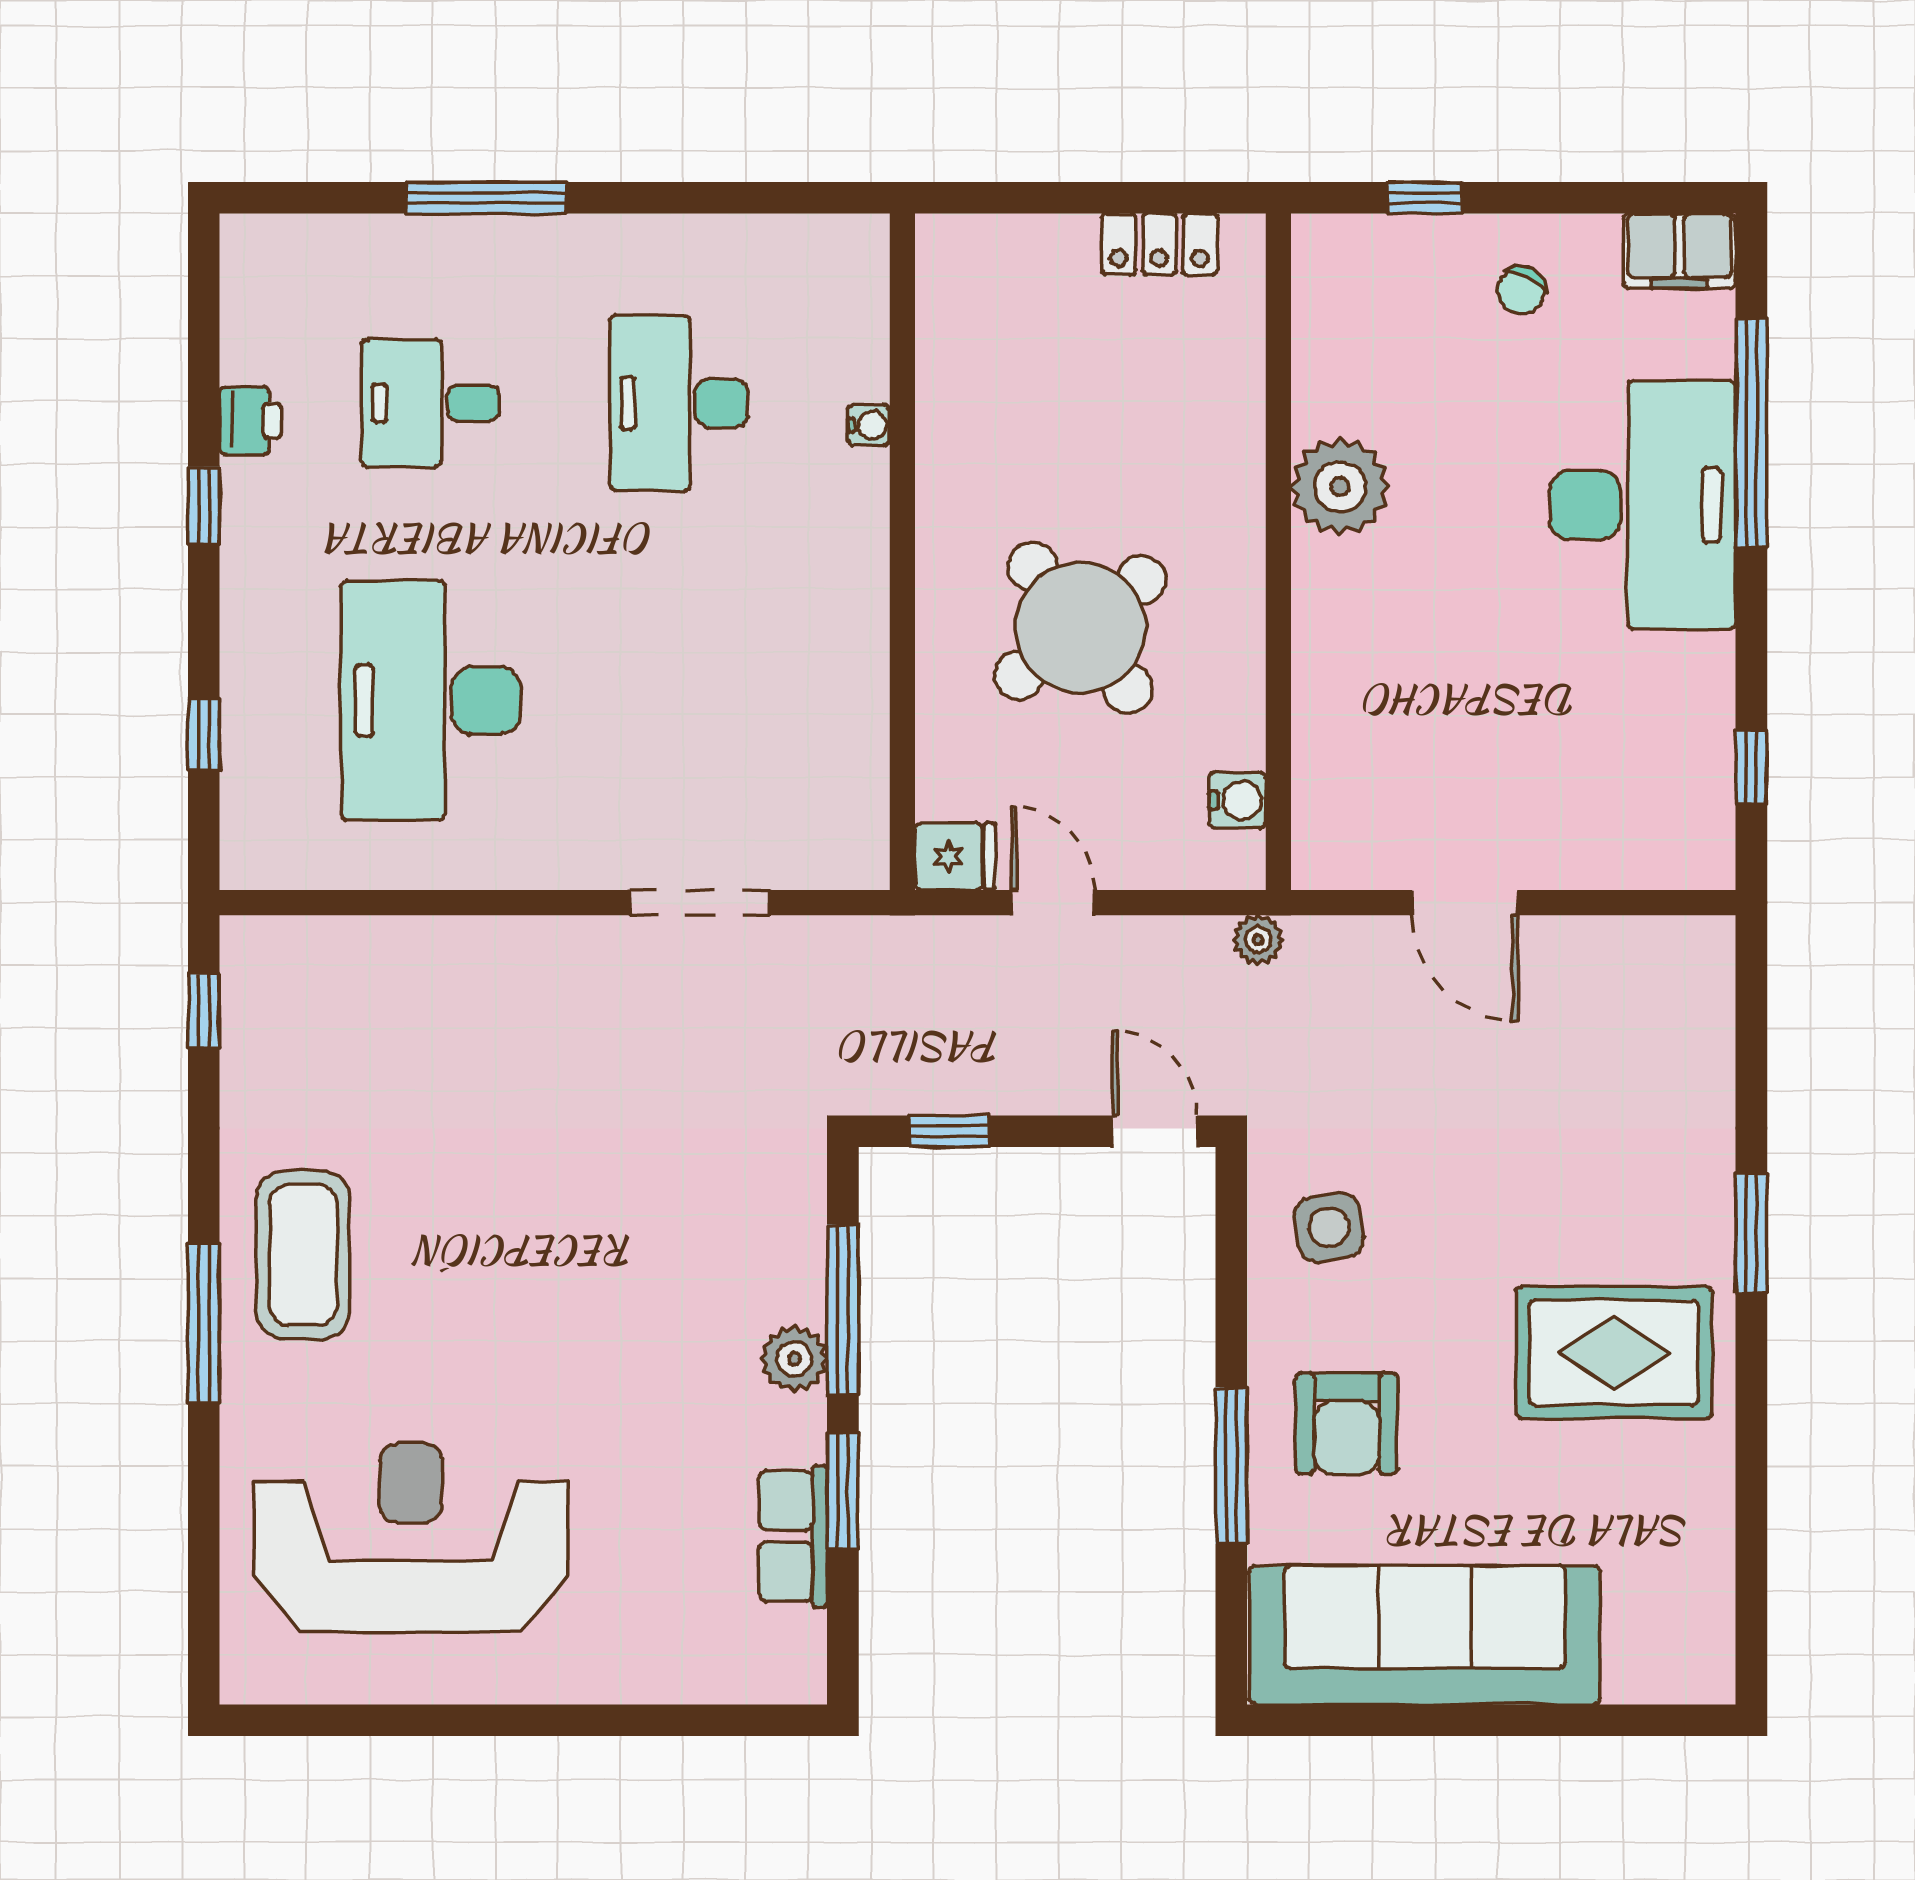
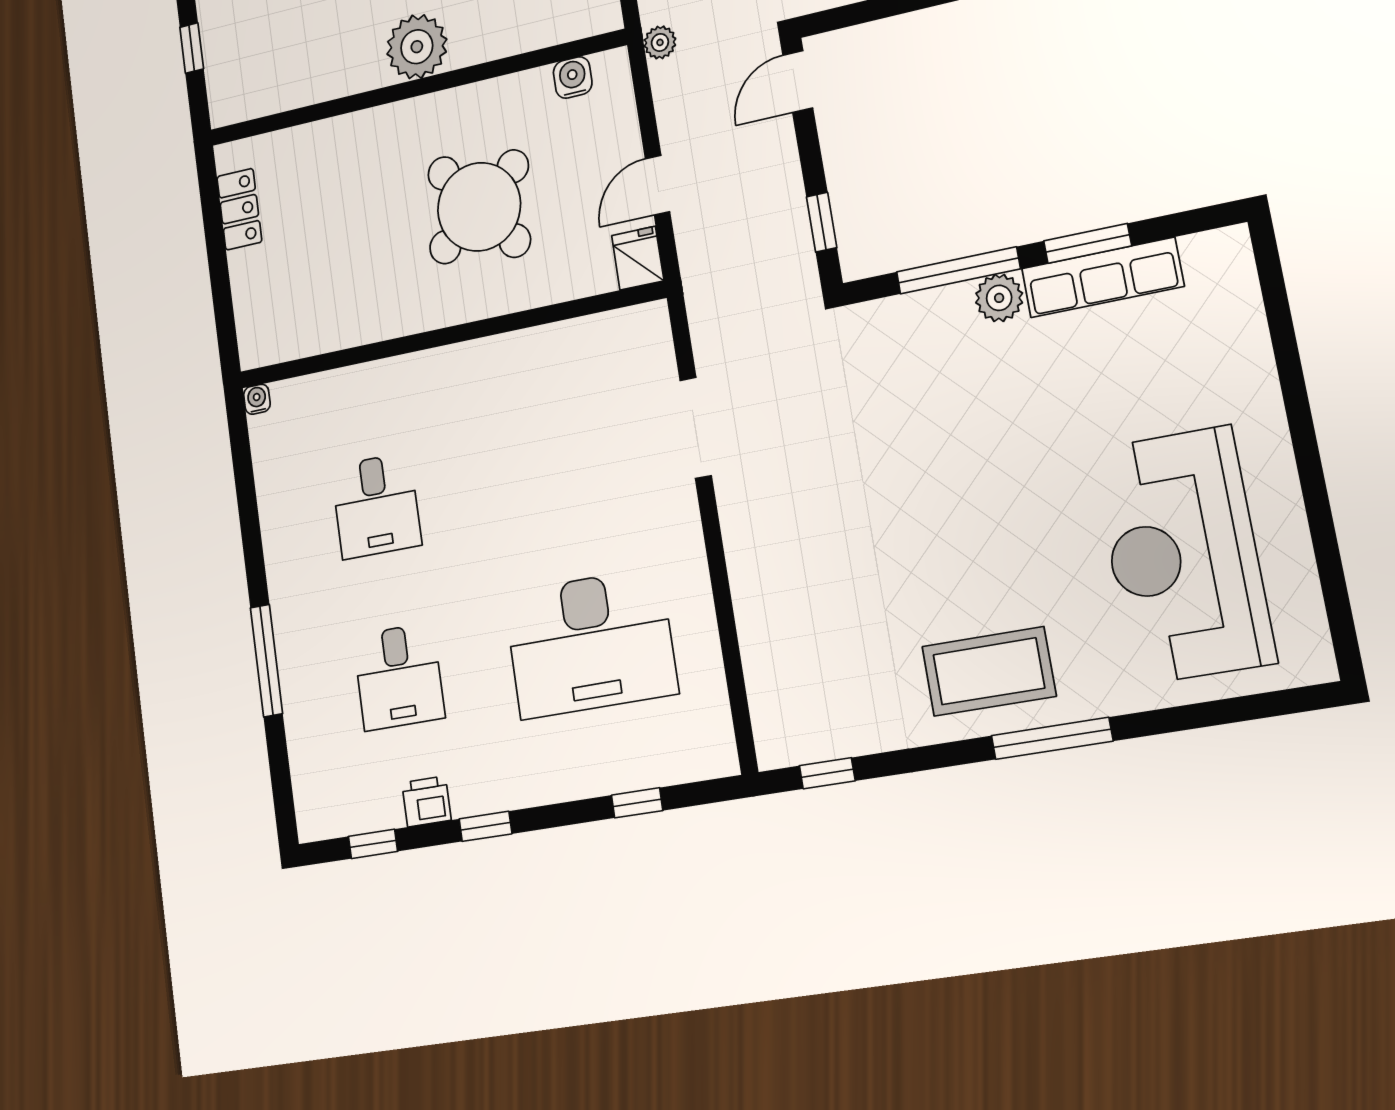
window: (204, 330) -> (373, 844), added
desk: (679, 403) -> (376, 506), width x0.73
water cooler: (869, 425) -> (257, 399), moved
plant: (1340, 487) -> (417, 47), moved
row of seats: (793, 1536) -> (1102, 277), width x1.48

